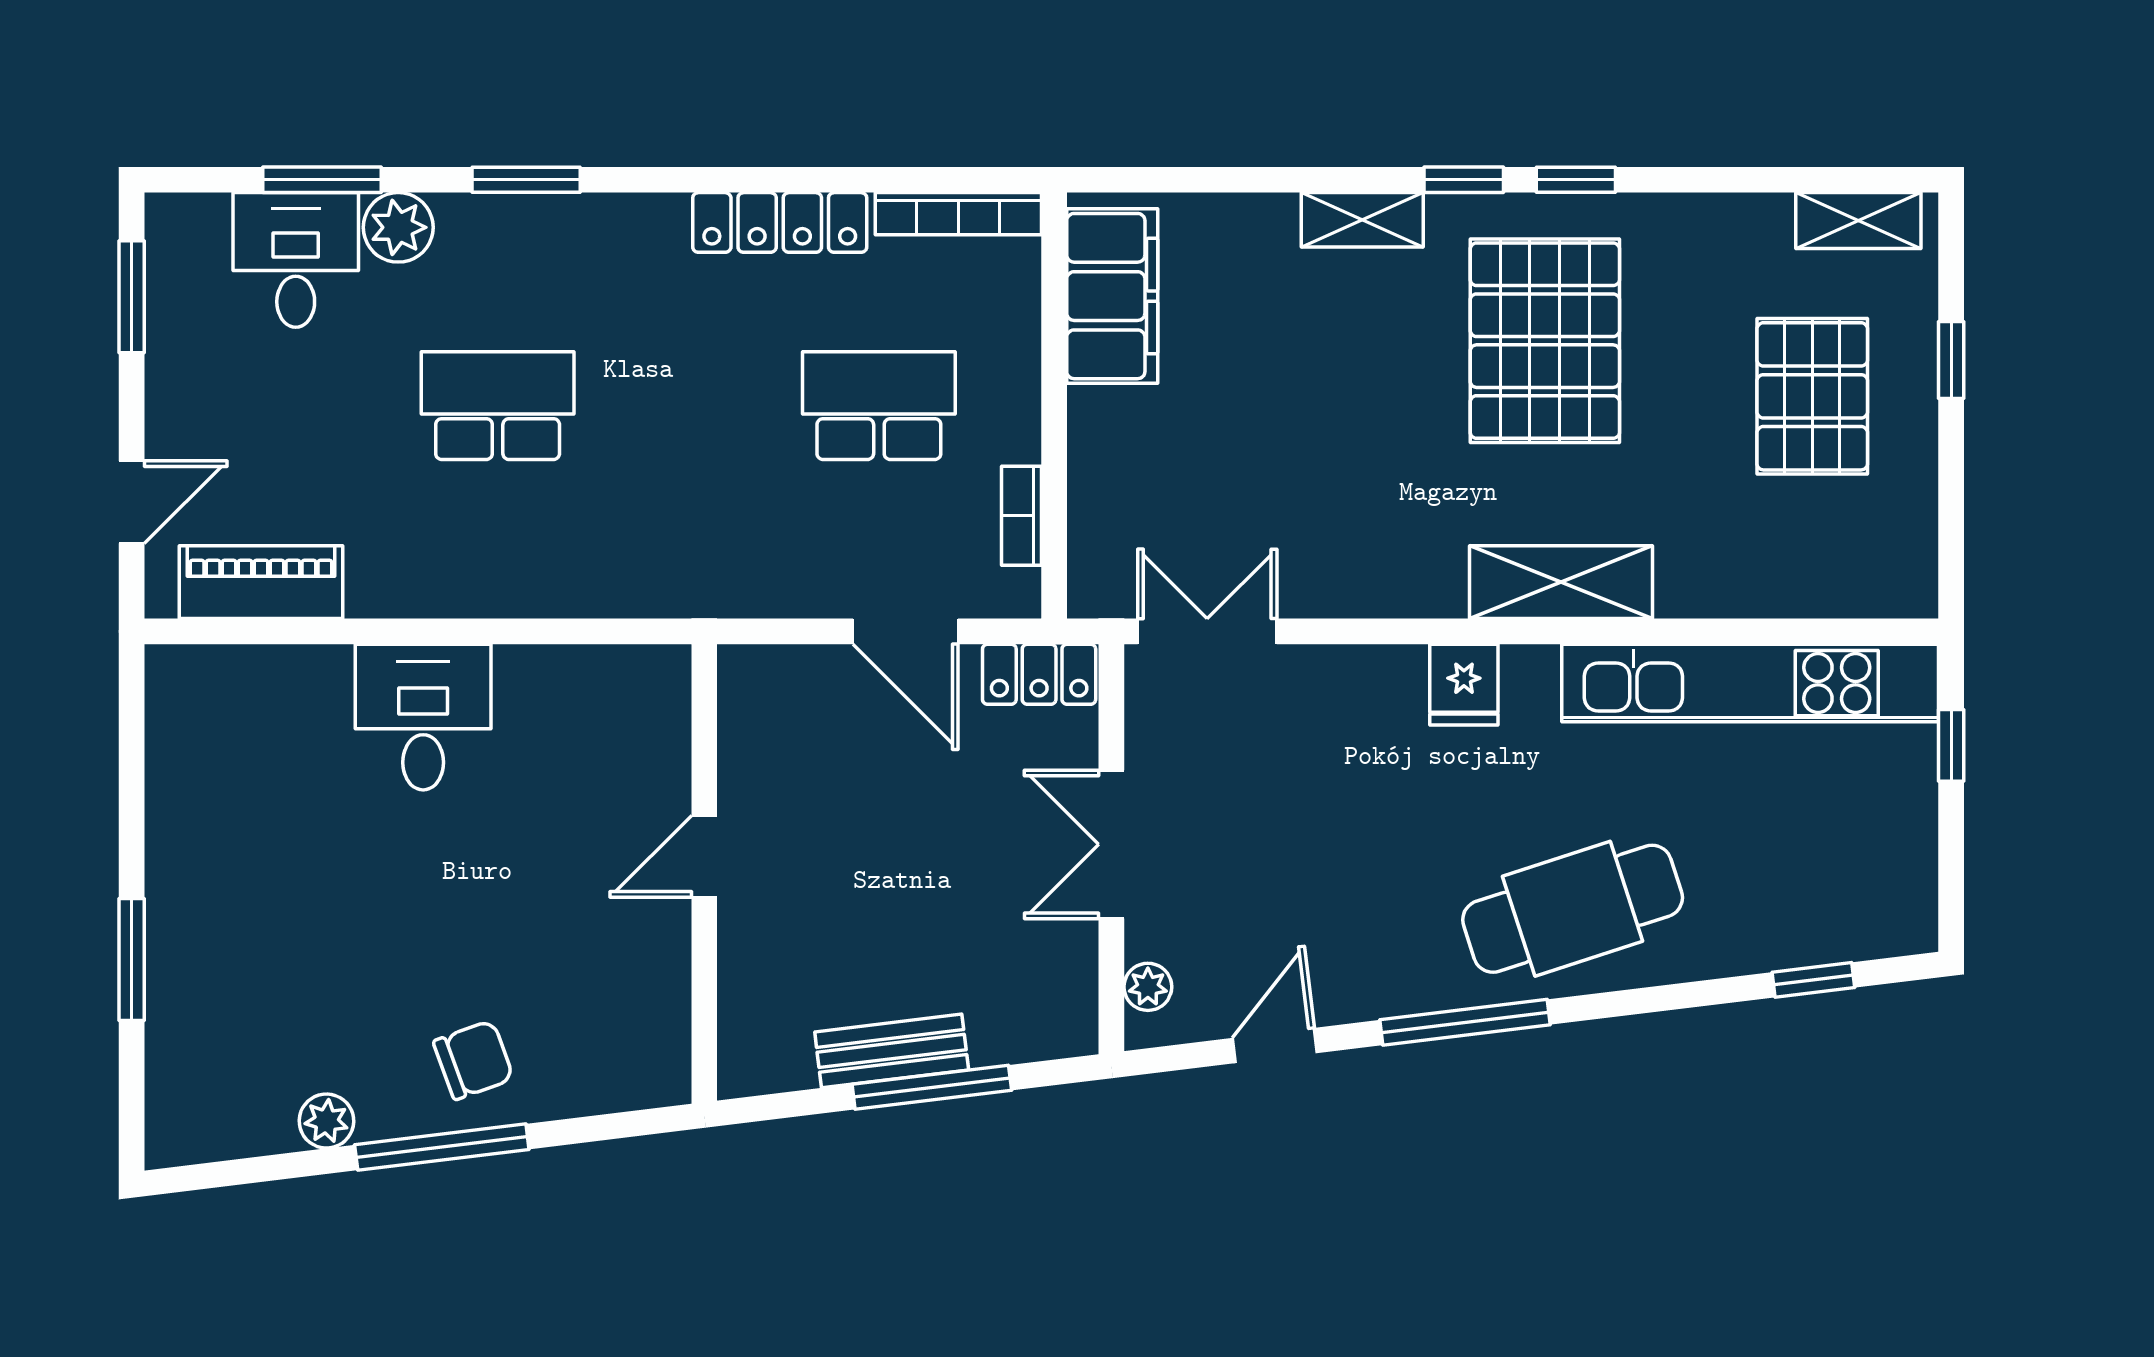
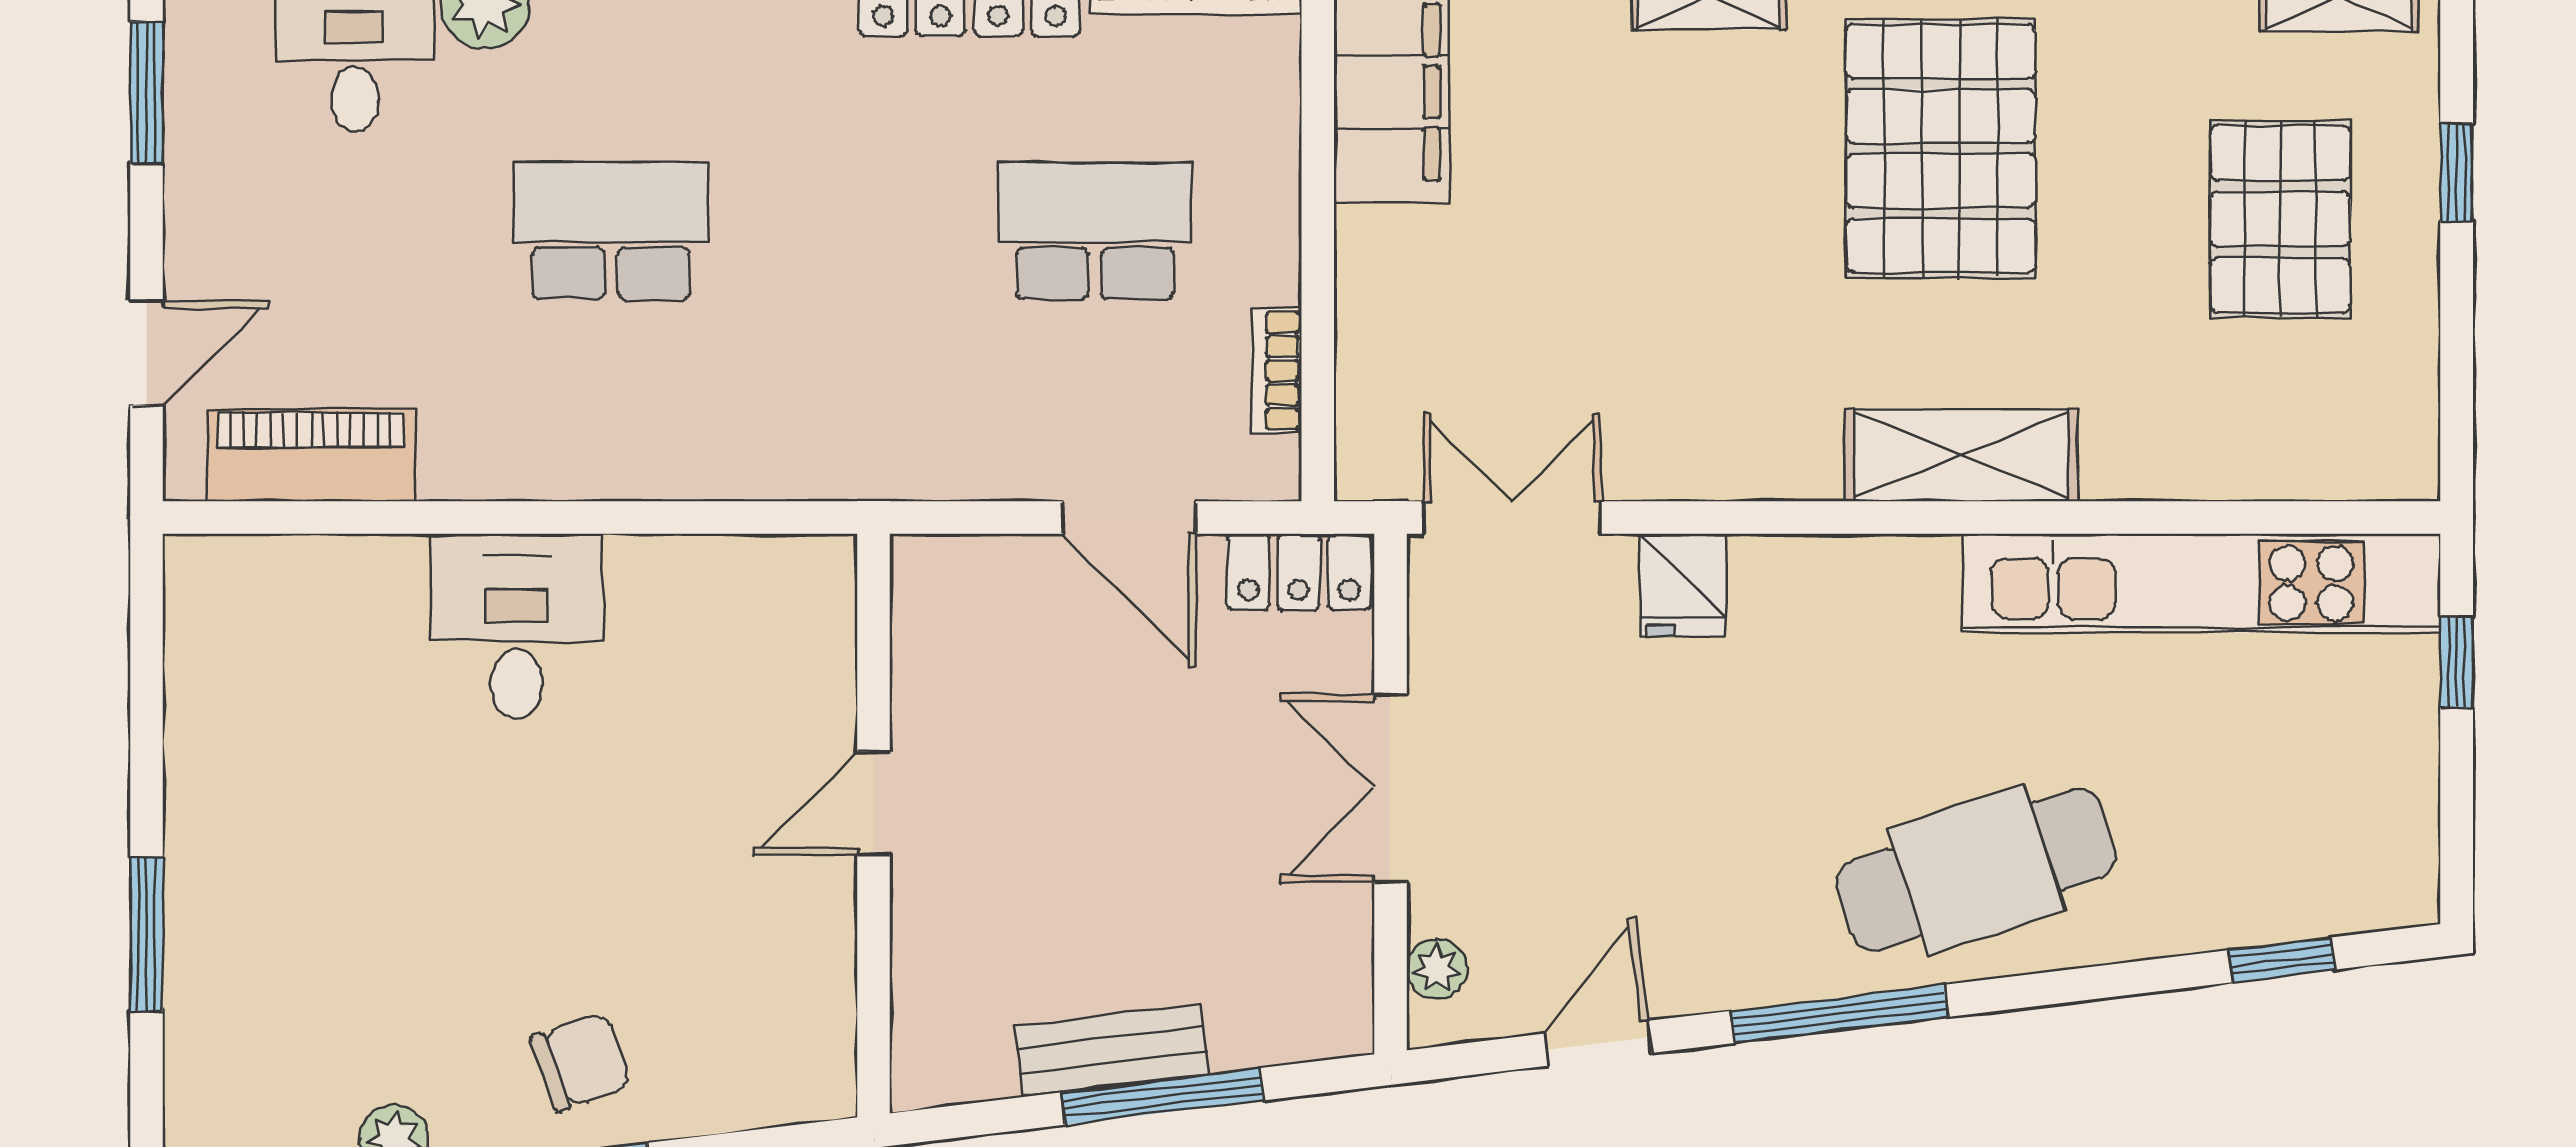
fridge: (1464, 685) -> (1682, 585), moved

